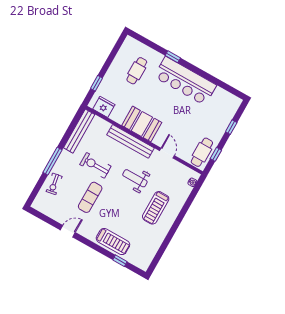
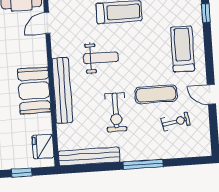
door: (167, 153) -> (47, 23), moved
weight bench: (135, 178) -> (101, 58), turned -90
exercise bike: (54, 184) -> (176, 122), moved
treadmill: (113, 242) -> (183, 49), moved

